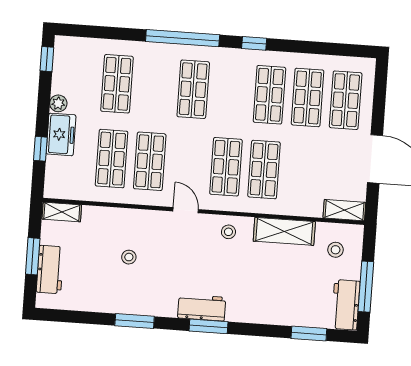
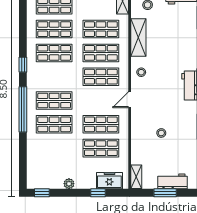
shop shelf: (117, 84) -> (54, 124), moved
freezer: (61, 134) -> (109, 181), moved
shop shelf: (302, 172) -> (101, 29), added

